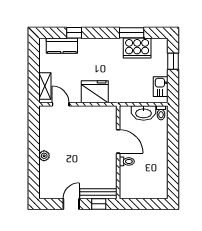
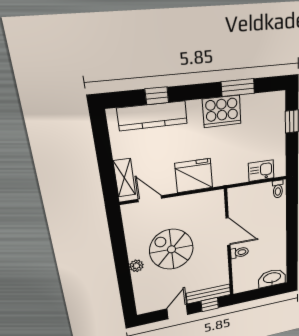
kitchen counter: (62, 46) -> (153, 116), width x1.50
cooker: (137, 48) -> (222, 111), moved
kitchen sink: (161, 87) -> (261, 171), moved, turned 90
washbasin: (144, 113) -> (272, 278), moved, turned 180
spiral stairs: (72, 148) -> (171, 249), added

